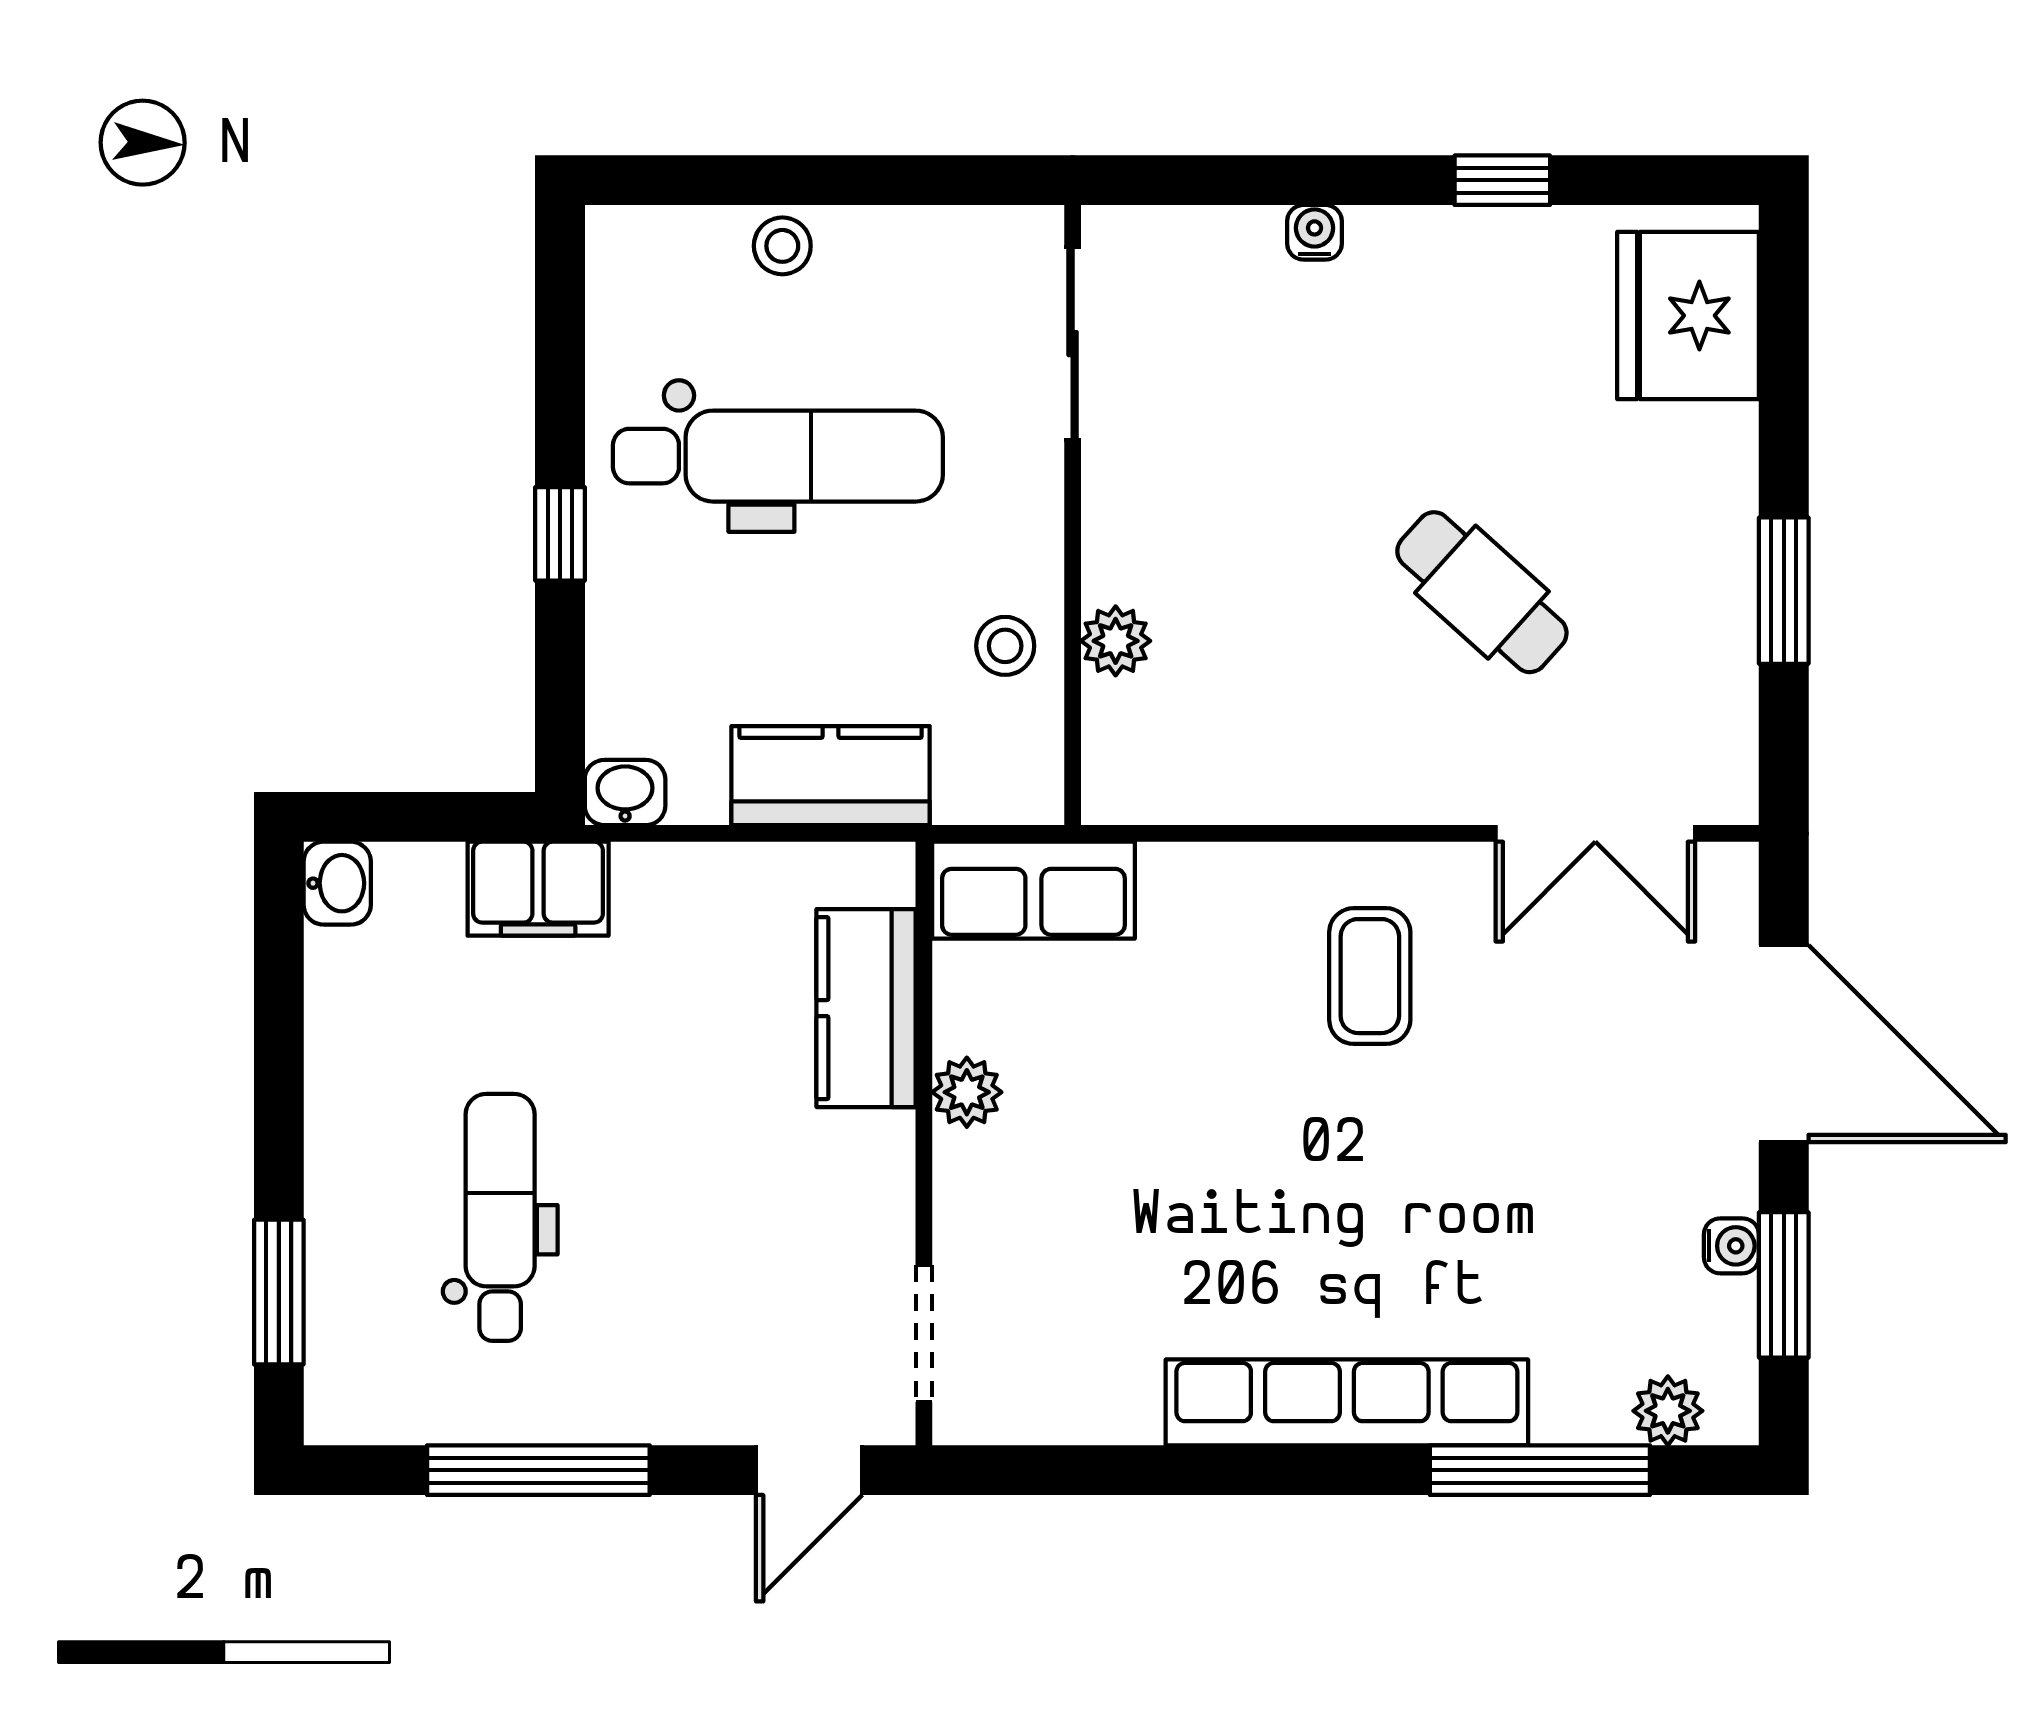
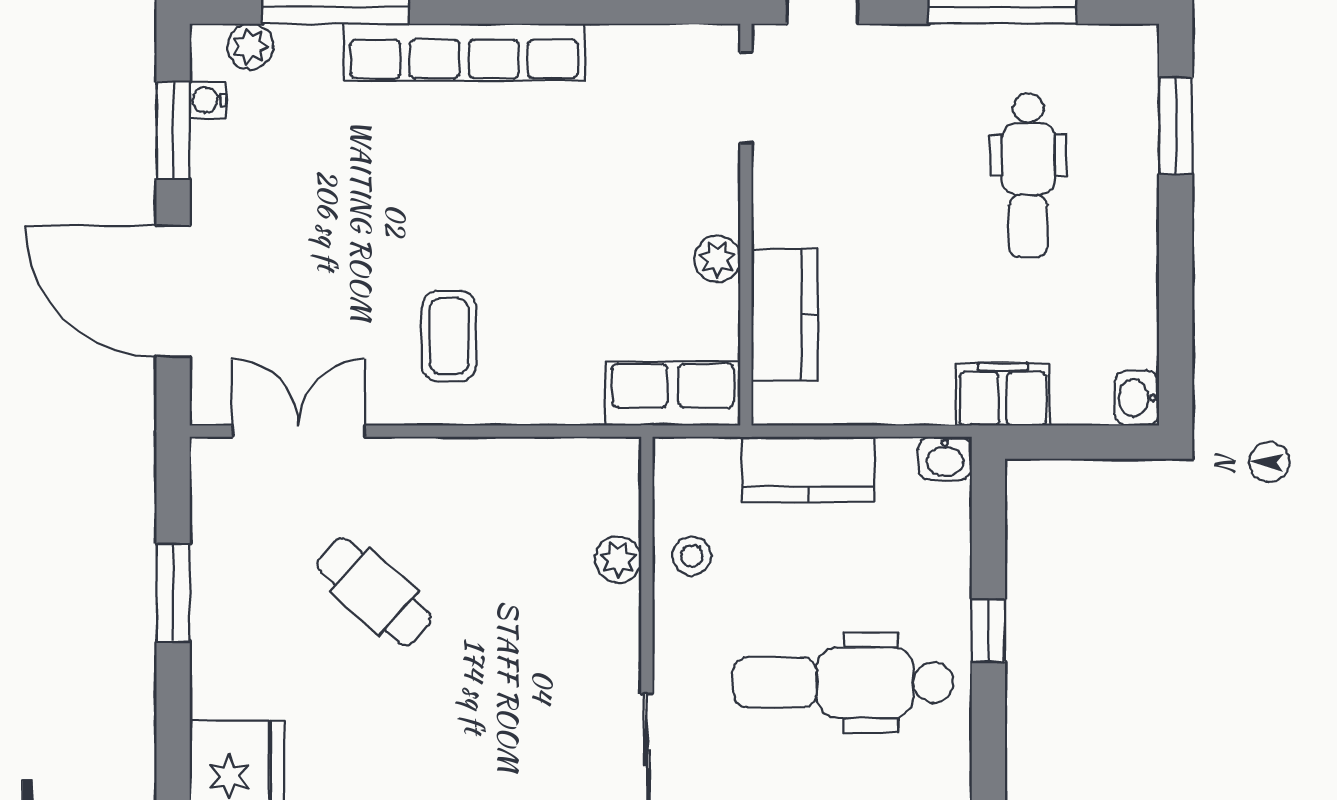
water cooler: (1731, 1246) -> (208, 100), moved

